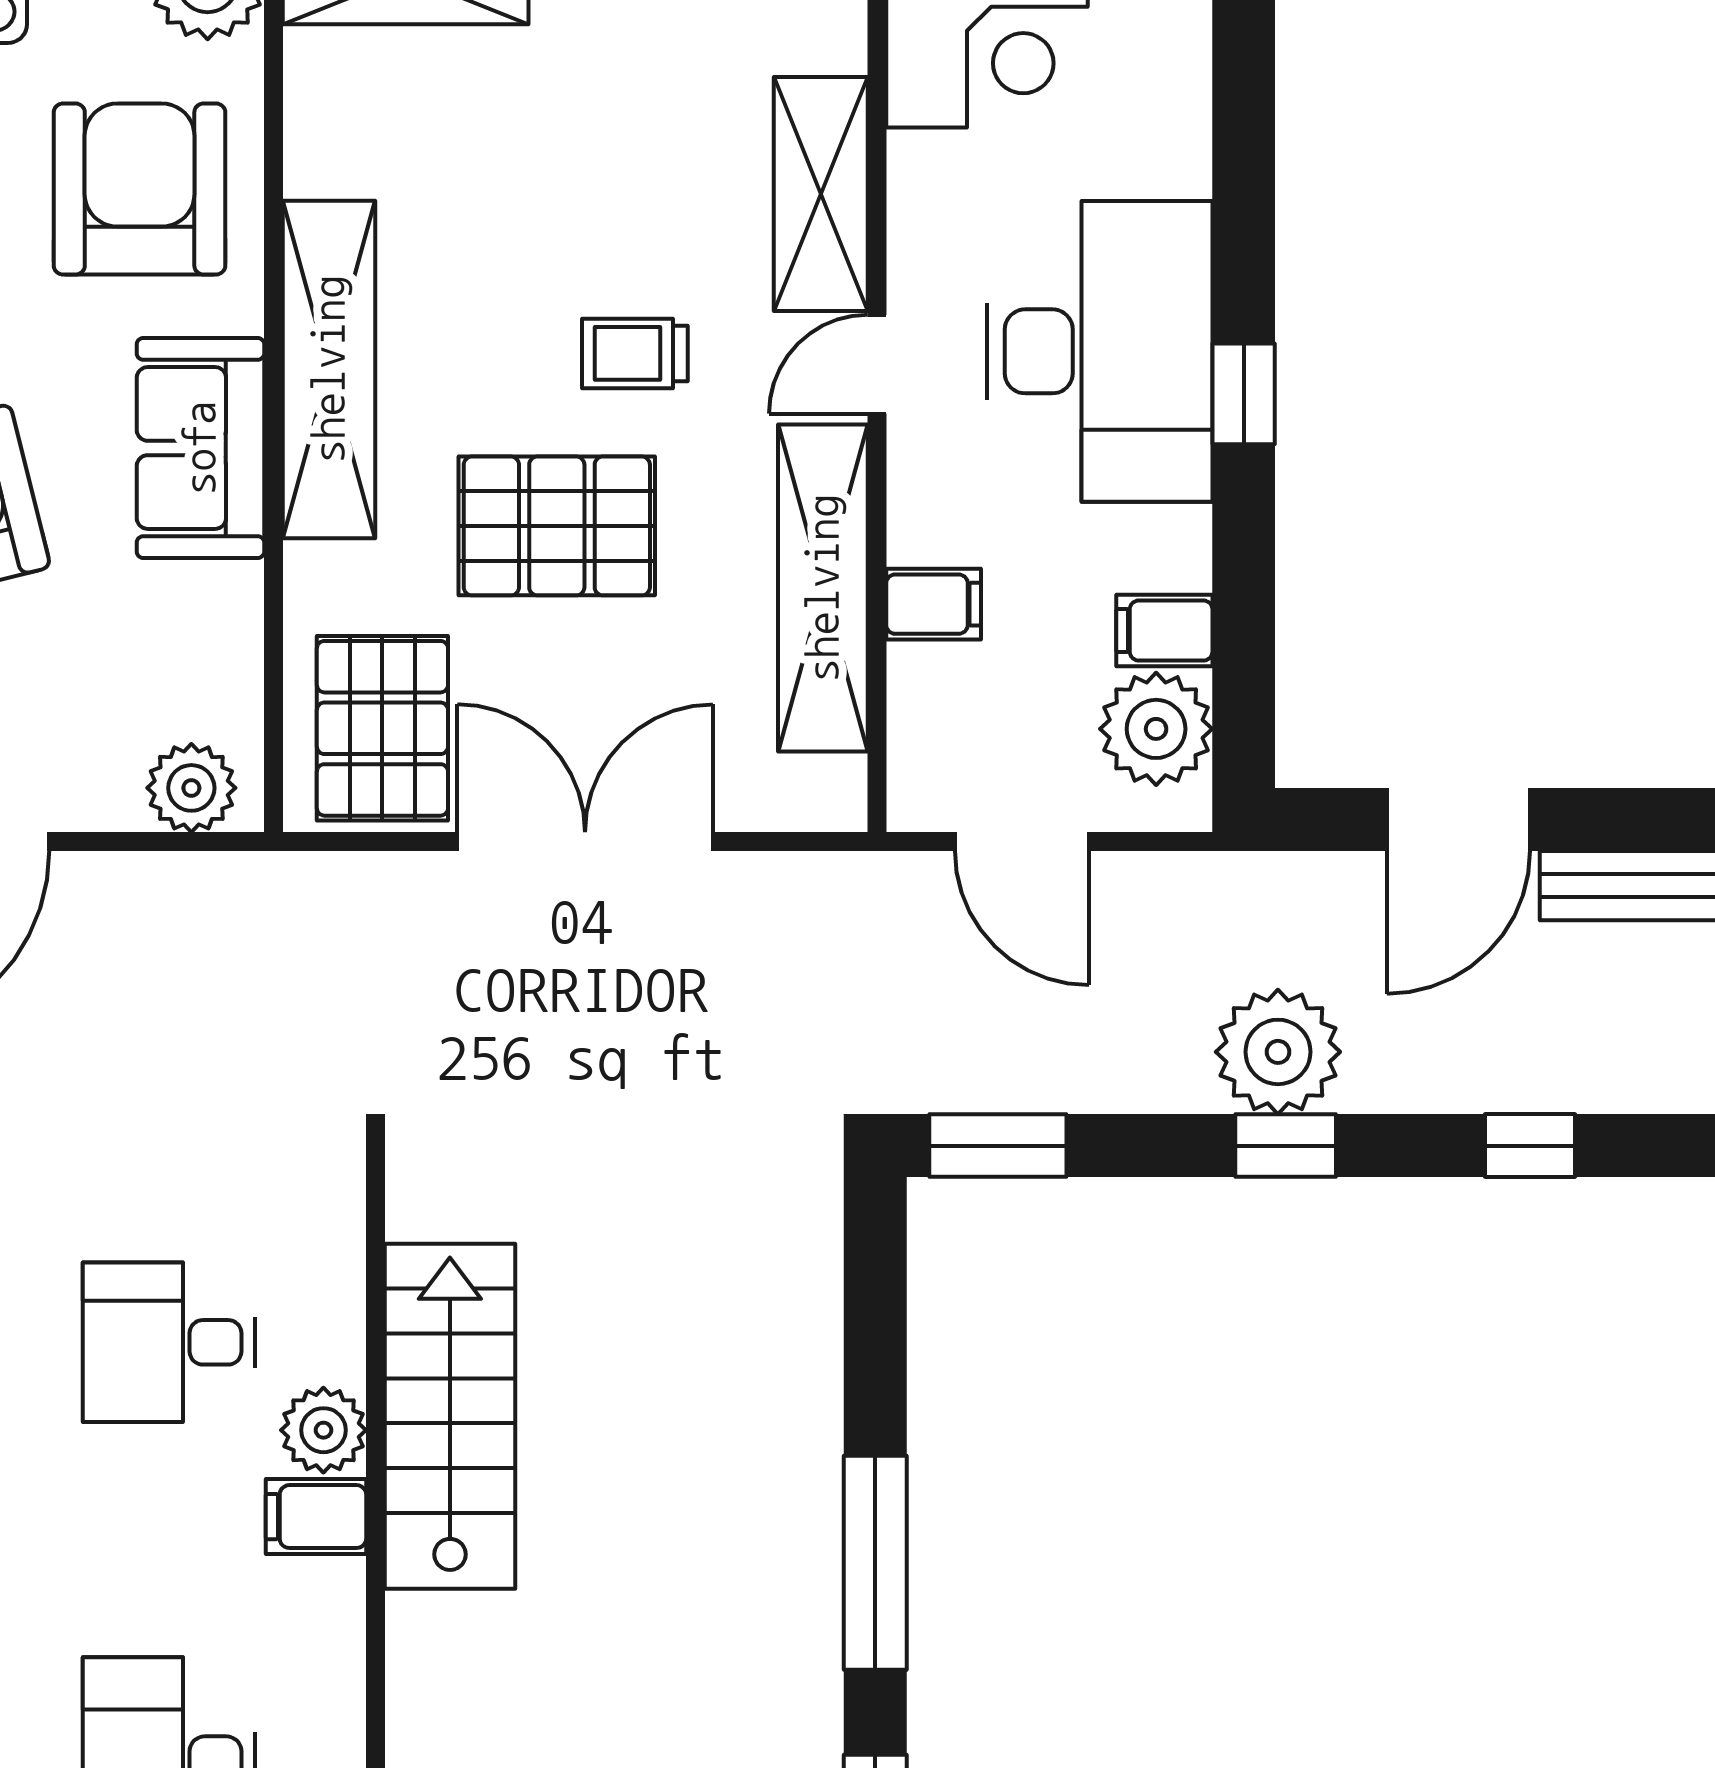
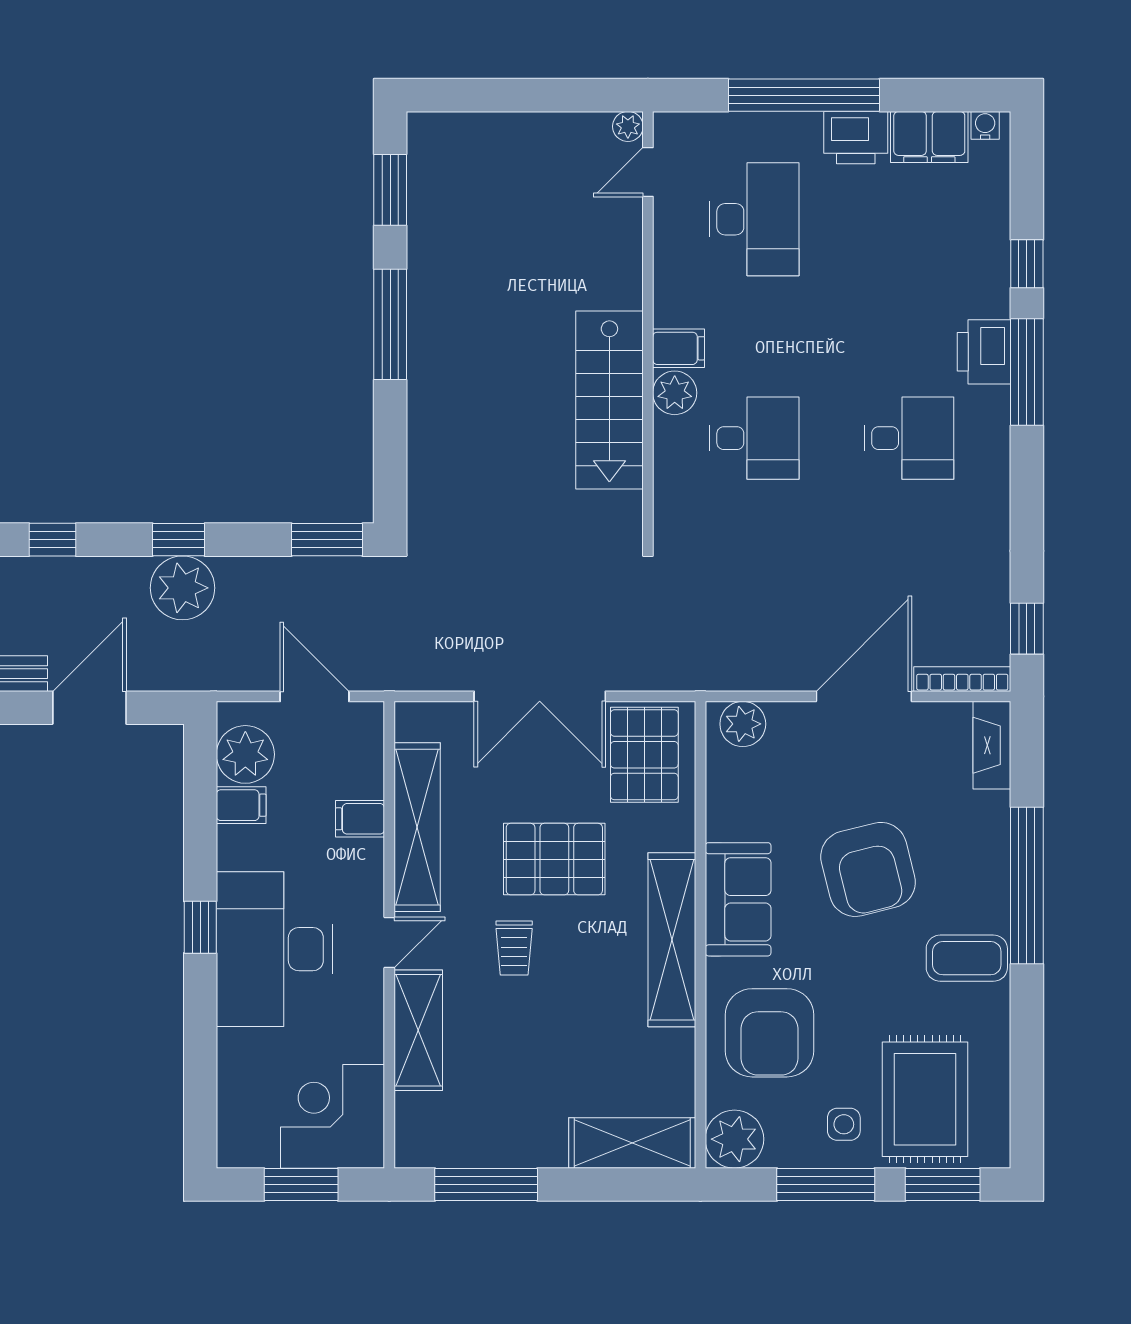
trolley: (635, 353) -> (514, 948), turned 90

